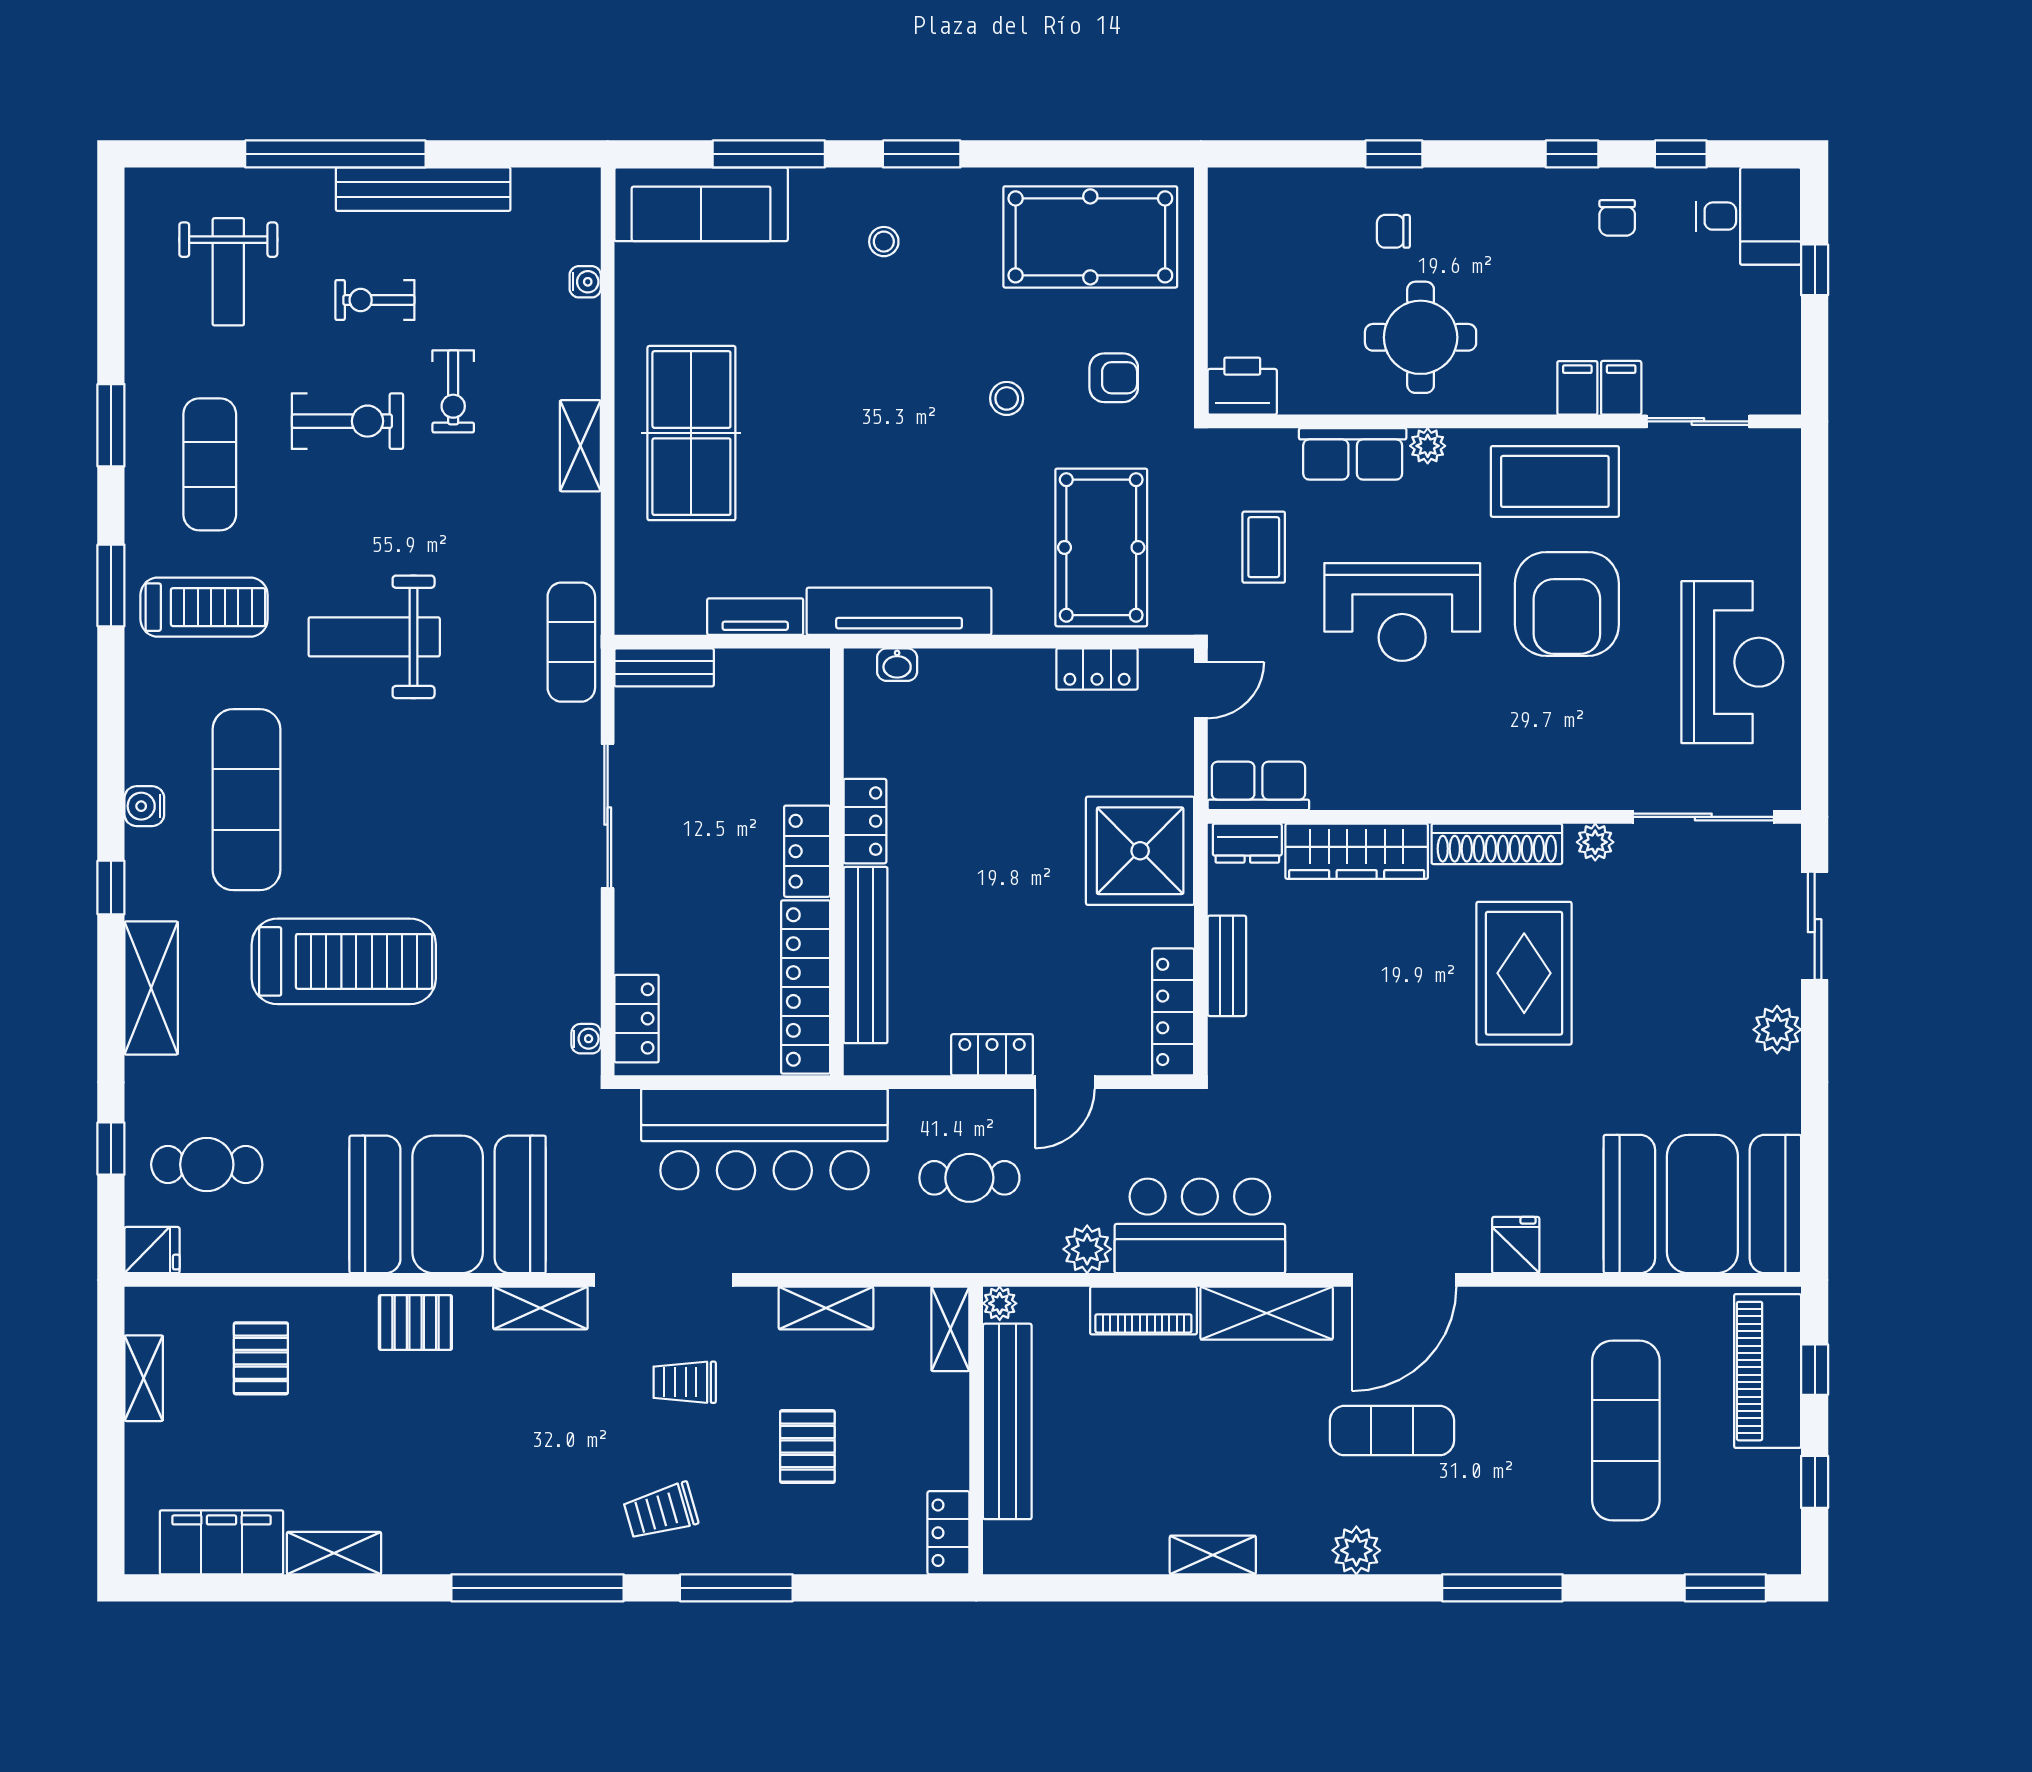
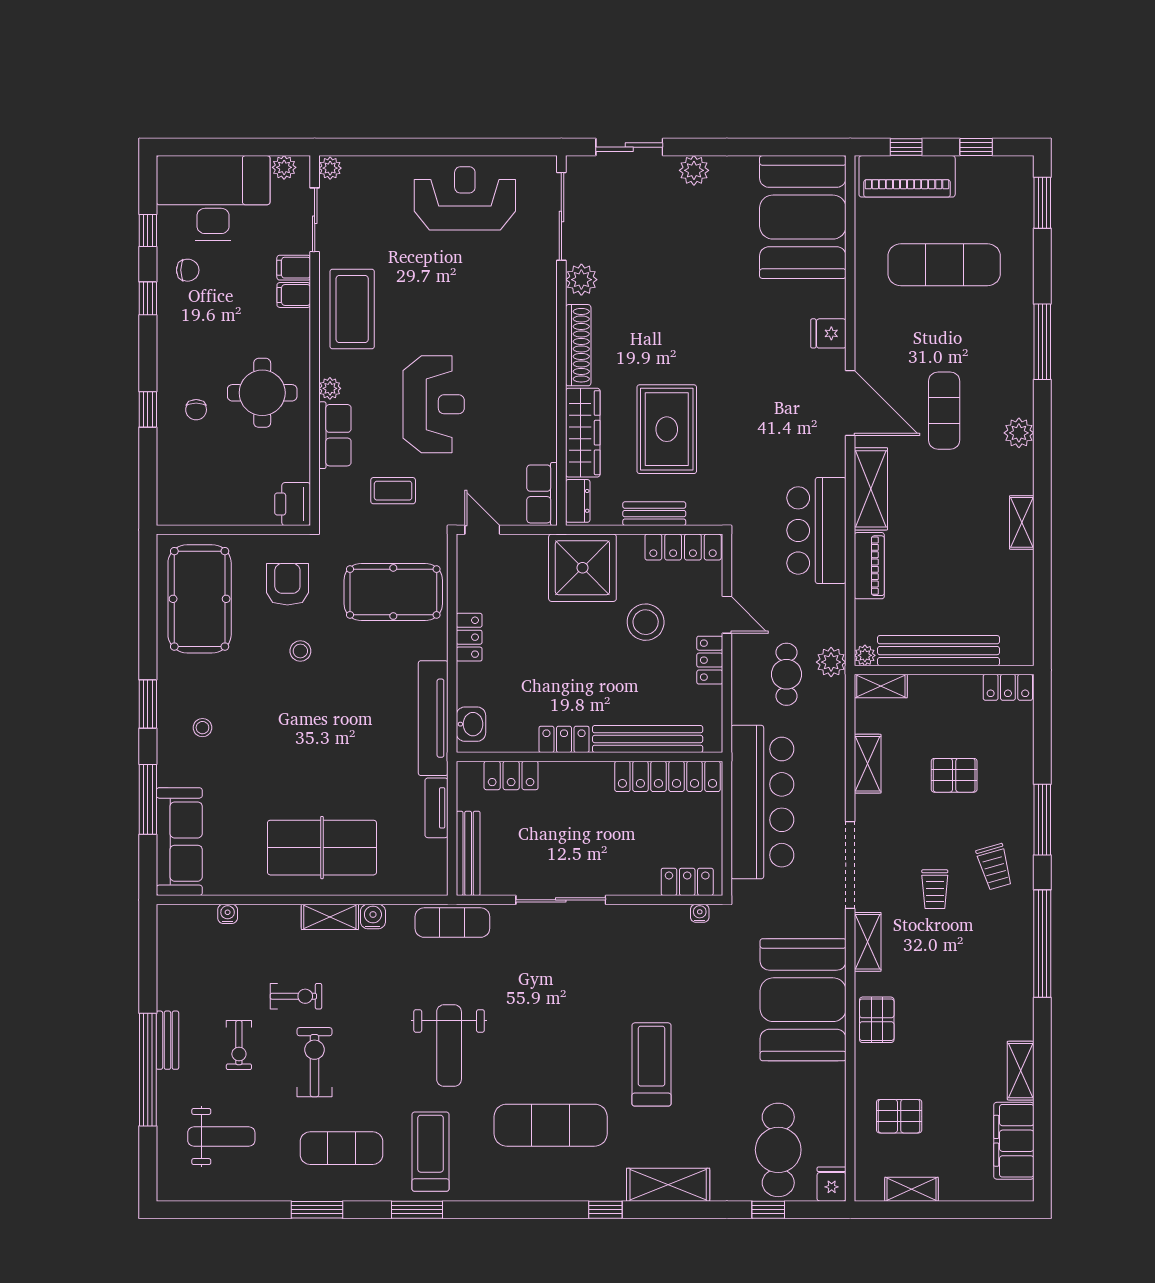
bench: (423, 189) -> (167, 1040), width x0.54, depth x0.82
desk: (1749, 216) -> (213, 198), width x1.87, depth x1.30
window: (1815, 270) -> (220, 147), removed
plant: (1782, 372) -> (284, 167), added
armchair: (1114, 378) -> (287, 584), width x1.38, depth x1.38
plant: (1781, 446) -> (330, 168), added
armchair: (1567, 604) -> (429, 302), removed
washbasin: (897, 665) -> (471, 724), width x1.38, depth x1.45
bench: (664, 667) -> (468, 853), width x1.36
locker: (1097, 669) -> (469, 637), moved
water cooler: (144, 806) -> (373, 916), moved, turned 180
plant: (1595, 842) -> (581, 280), width x1.38, depth x1.38
locker: (807, 851) -> (511, 775), moved
stool: (1053, 952) -> (646, 622), added
treadmill: (344, 961) -> (651, 1064), width x0.73, depth x0.73
rug: (1524, 973) -> (667, 429), moved, turned 90
cafe table: (207, 1165) -> (778, 1150), width x1.37, depth x1.35
plant: (1087, 1249) -> (831, 662), moved
trolley: (685, 1382) -> (935, 889), moved

